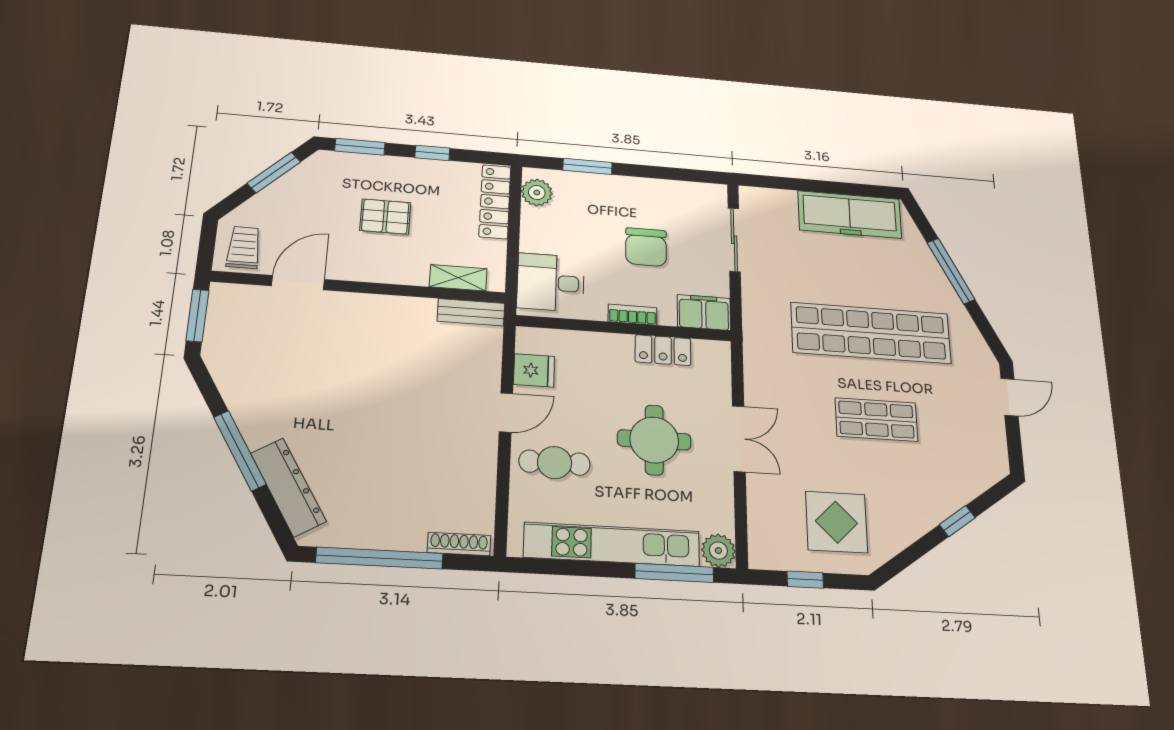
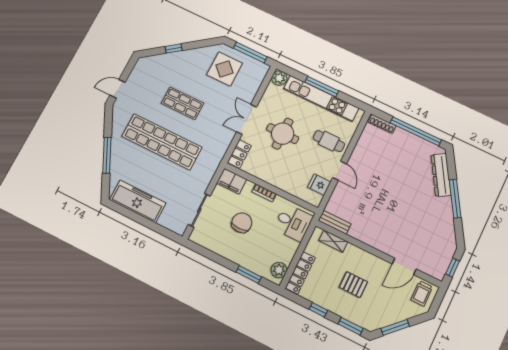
window: (197, 316) -> (453, 268), width x0.67
locker: (663, 350) -> (239, 154), moved, turned 90
door: (506, 413) -> (339, 171), swing flipped
window: (674, 573) -> (322, 87), moved
window: (805, 580) -> (250, 52), width x2.17

